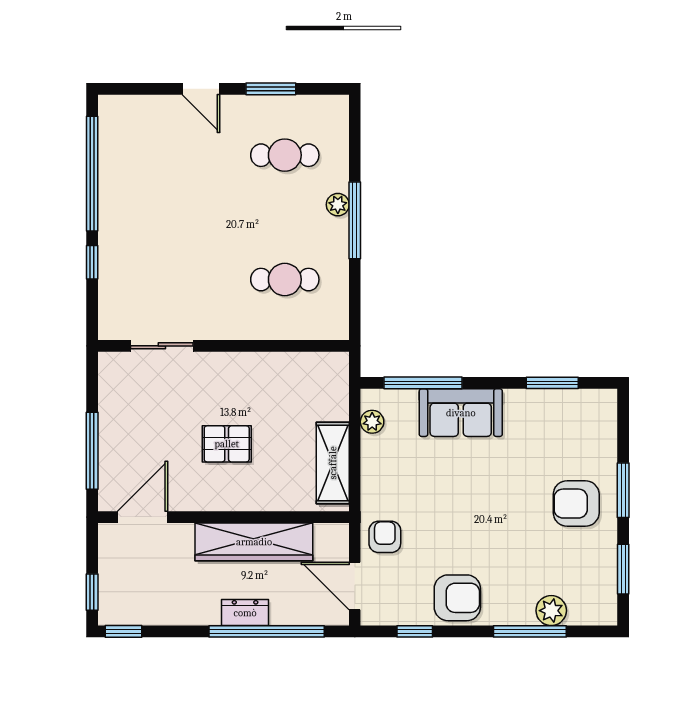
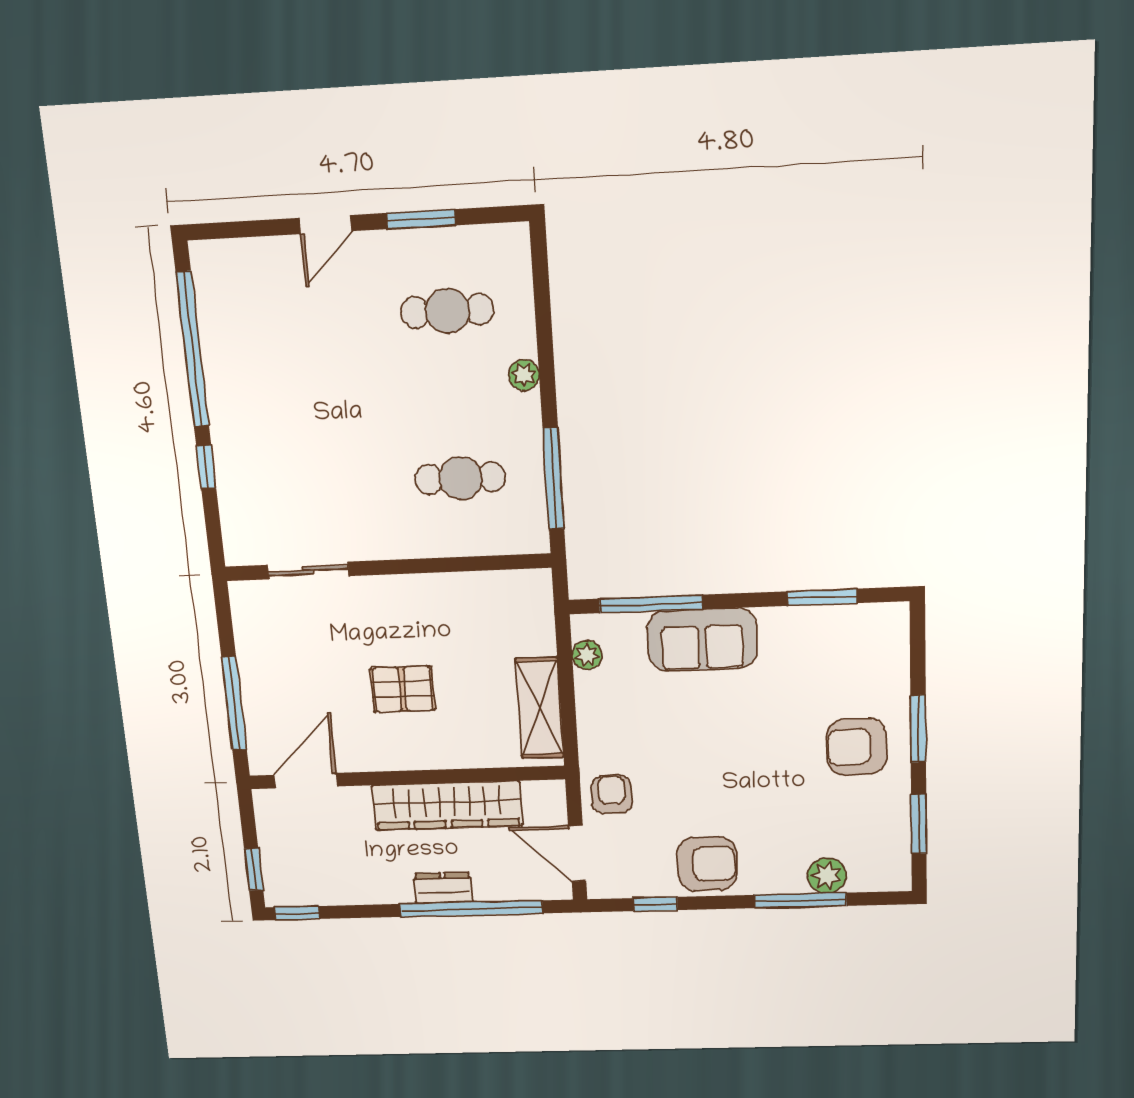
door: (201, 89) -> (326, 225), hinge flipped
window: (355, 220) -> (553, 479), moved

